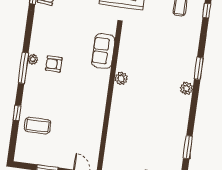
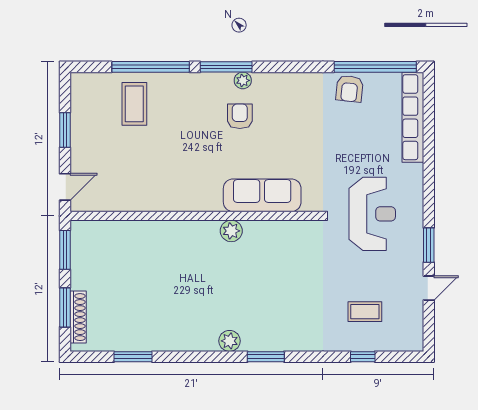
sofa: (103, 51) -> (262, 195), width x1.36
window: (17, 113) -> (151, 67), width x3.17

